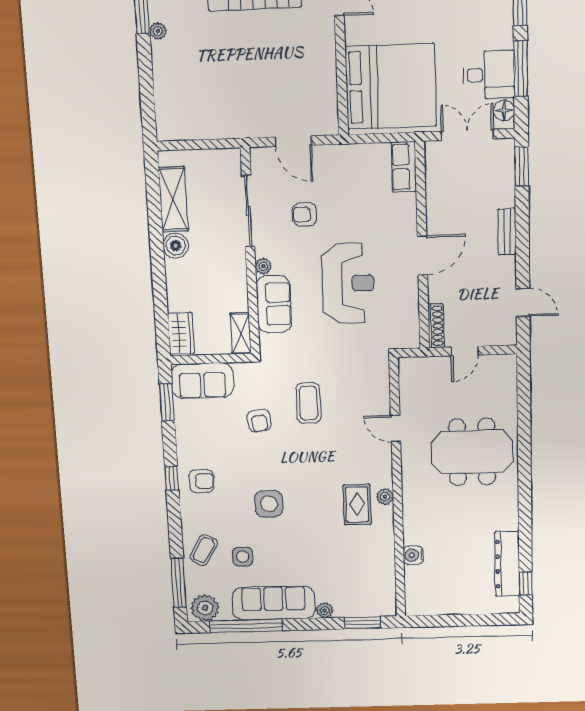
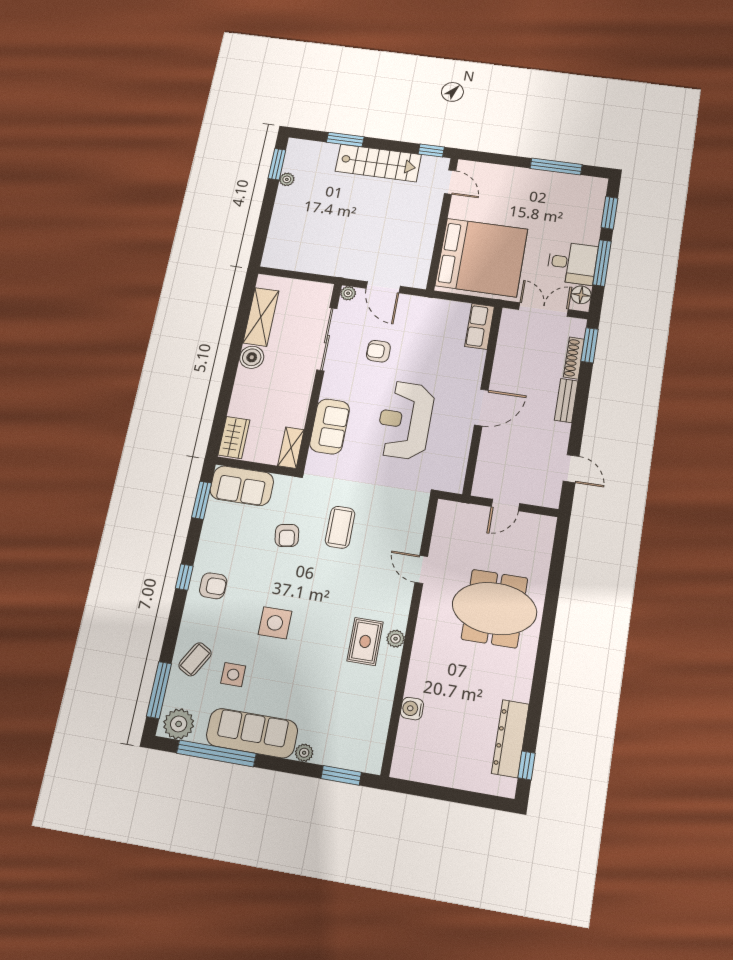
plant: (263, 266) -> (348, 293), moved
reception desk: (348, 283) -> (405, 420), turned 180
shoe rack: (436, 326) -> (574, 358), moved, turned 180

